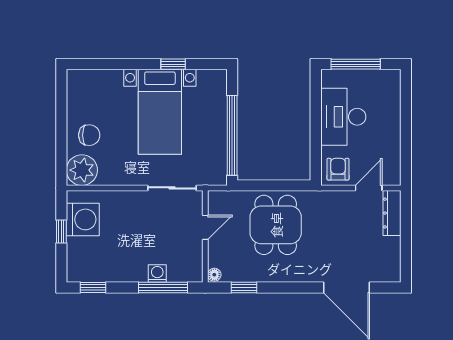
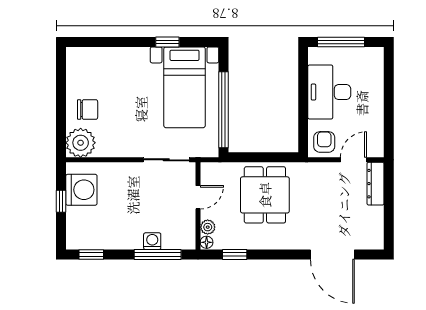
bed with nightstands: (160, 112) -> (185, 87), moved
plant: (216, 259) -> (208, 227), added

